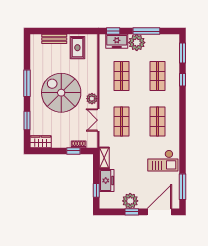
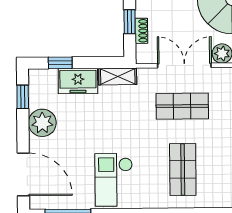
double door: (98, 120) -> (184, 66), width x1.37
shop shelf: (157, 121) -> (183, 169), turned 90
window: (132, 212) -> (23, 97), moved

